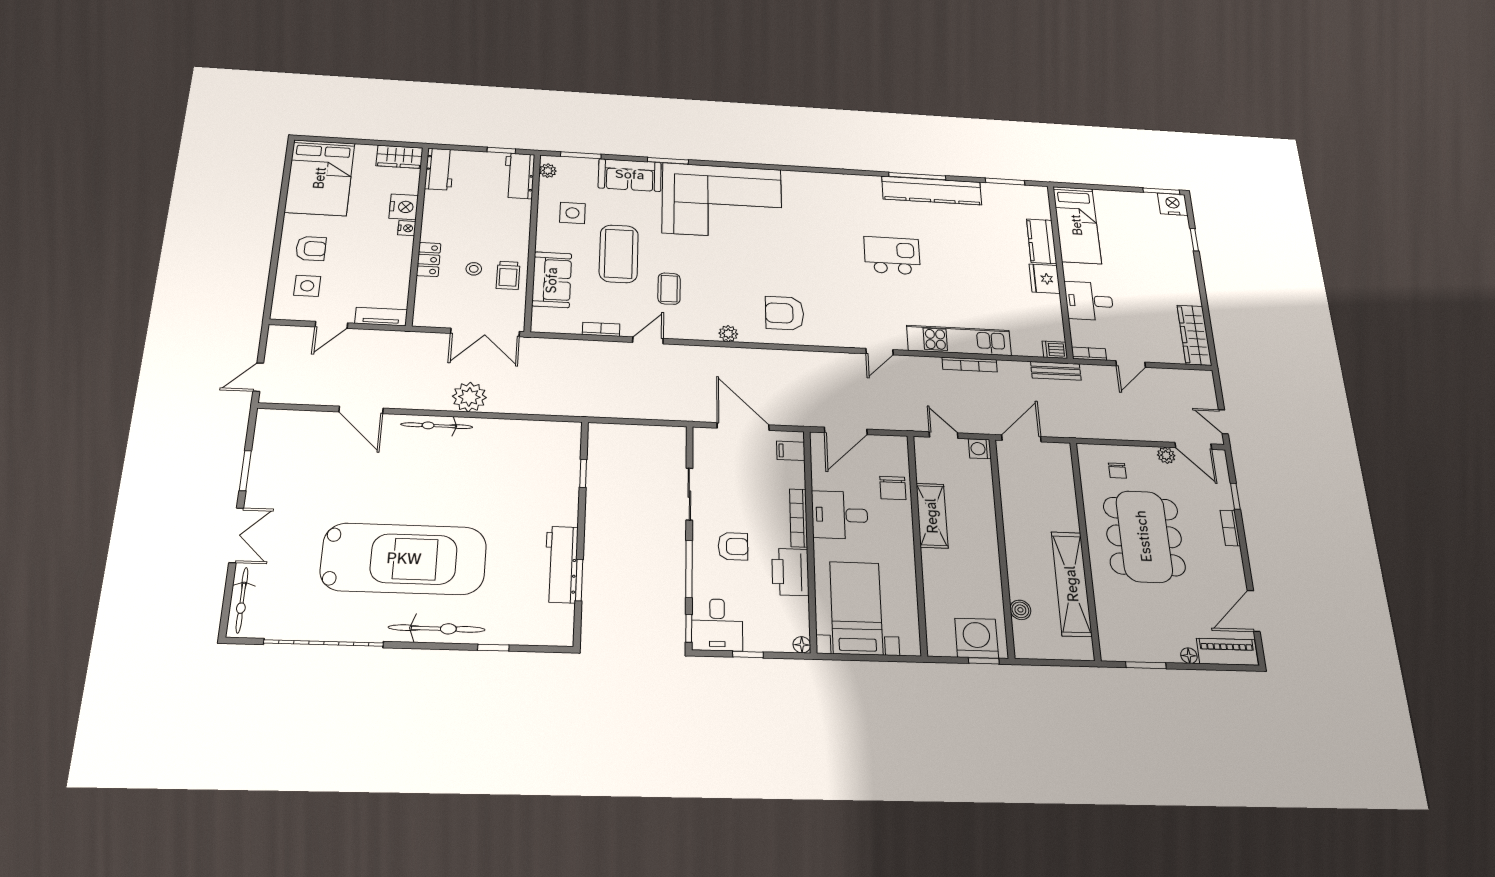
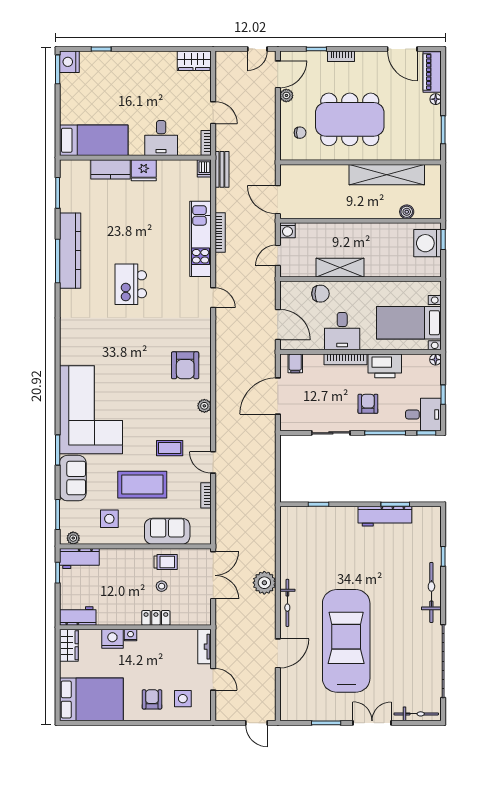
wardrobe: (1194, 335) -> (194, 61), width x0.67
car: (404, 559) -> (346, 641), moved

